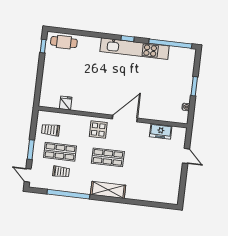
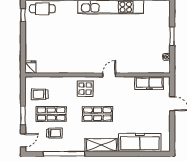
fridge: (66, 103) -> (30, 67), moved
door: (125, 118) -> (109, 75), width x0.53
freezer: (161, 131) -> (149, 83), width x1.40
door: (28, 175) -> (23, 140), swing flipped
freezer: (148, 192) -> (140, 142), added

